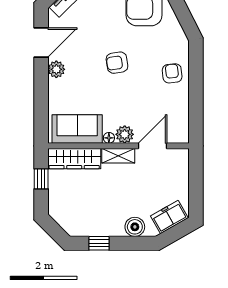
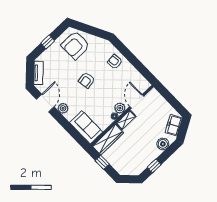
sofa: (77, 129) -> (86, 127), moved, turned 90

